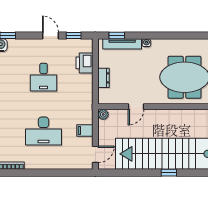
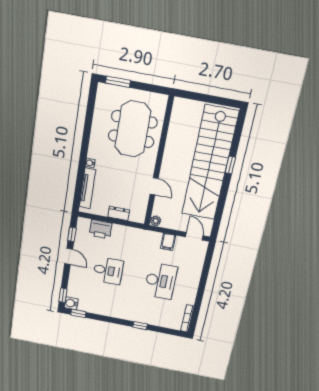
door: (50, 36) -> (69, 256), swing flipped
window: (117, 36) -> (78, 192), removed

